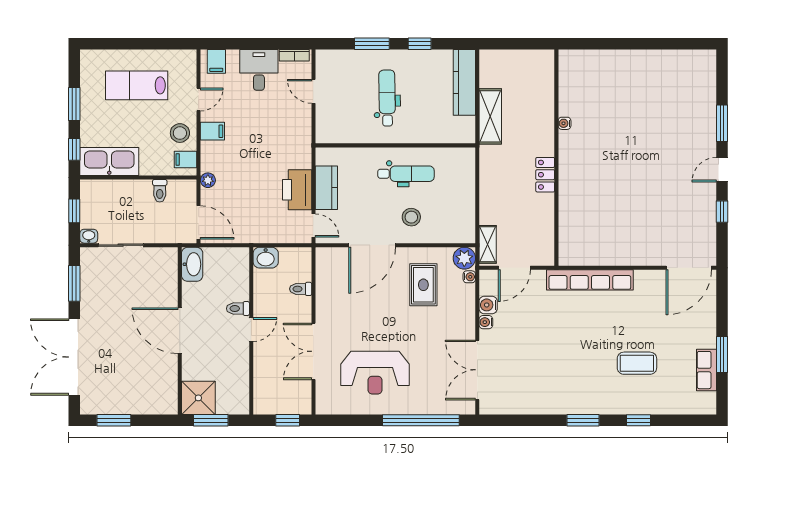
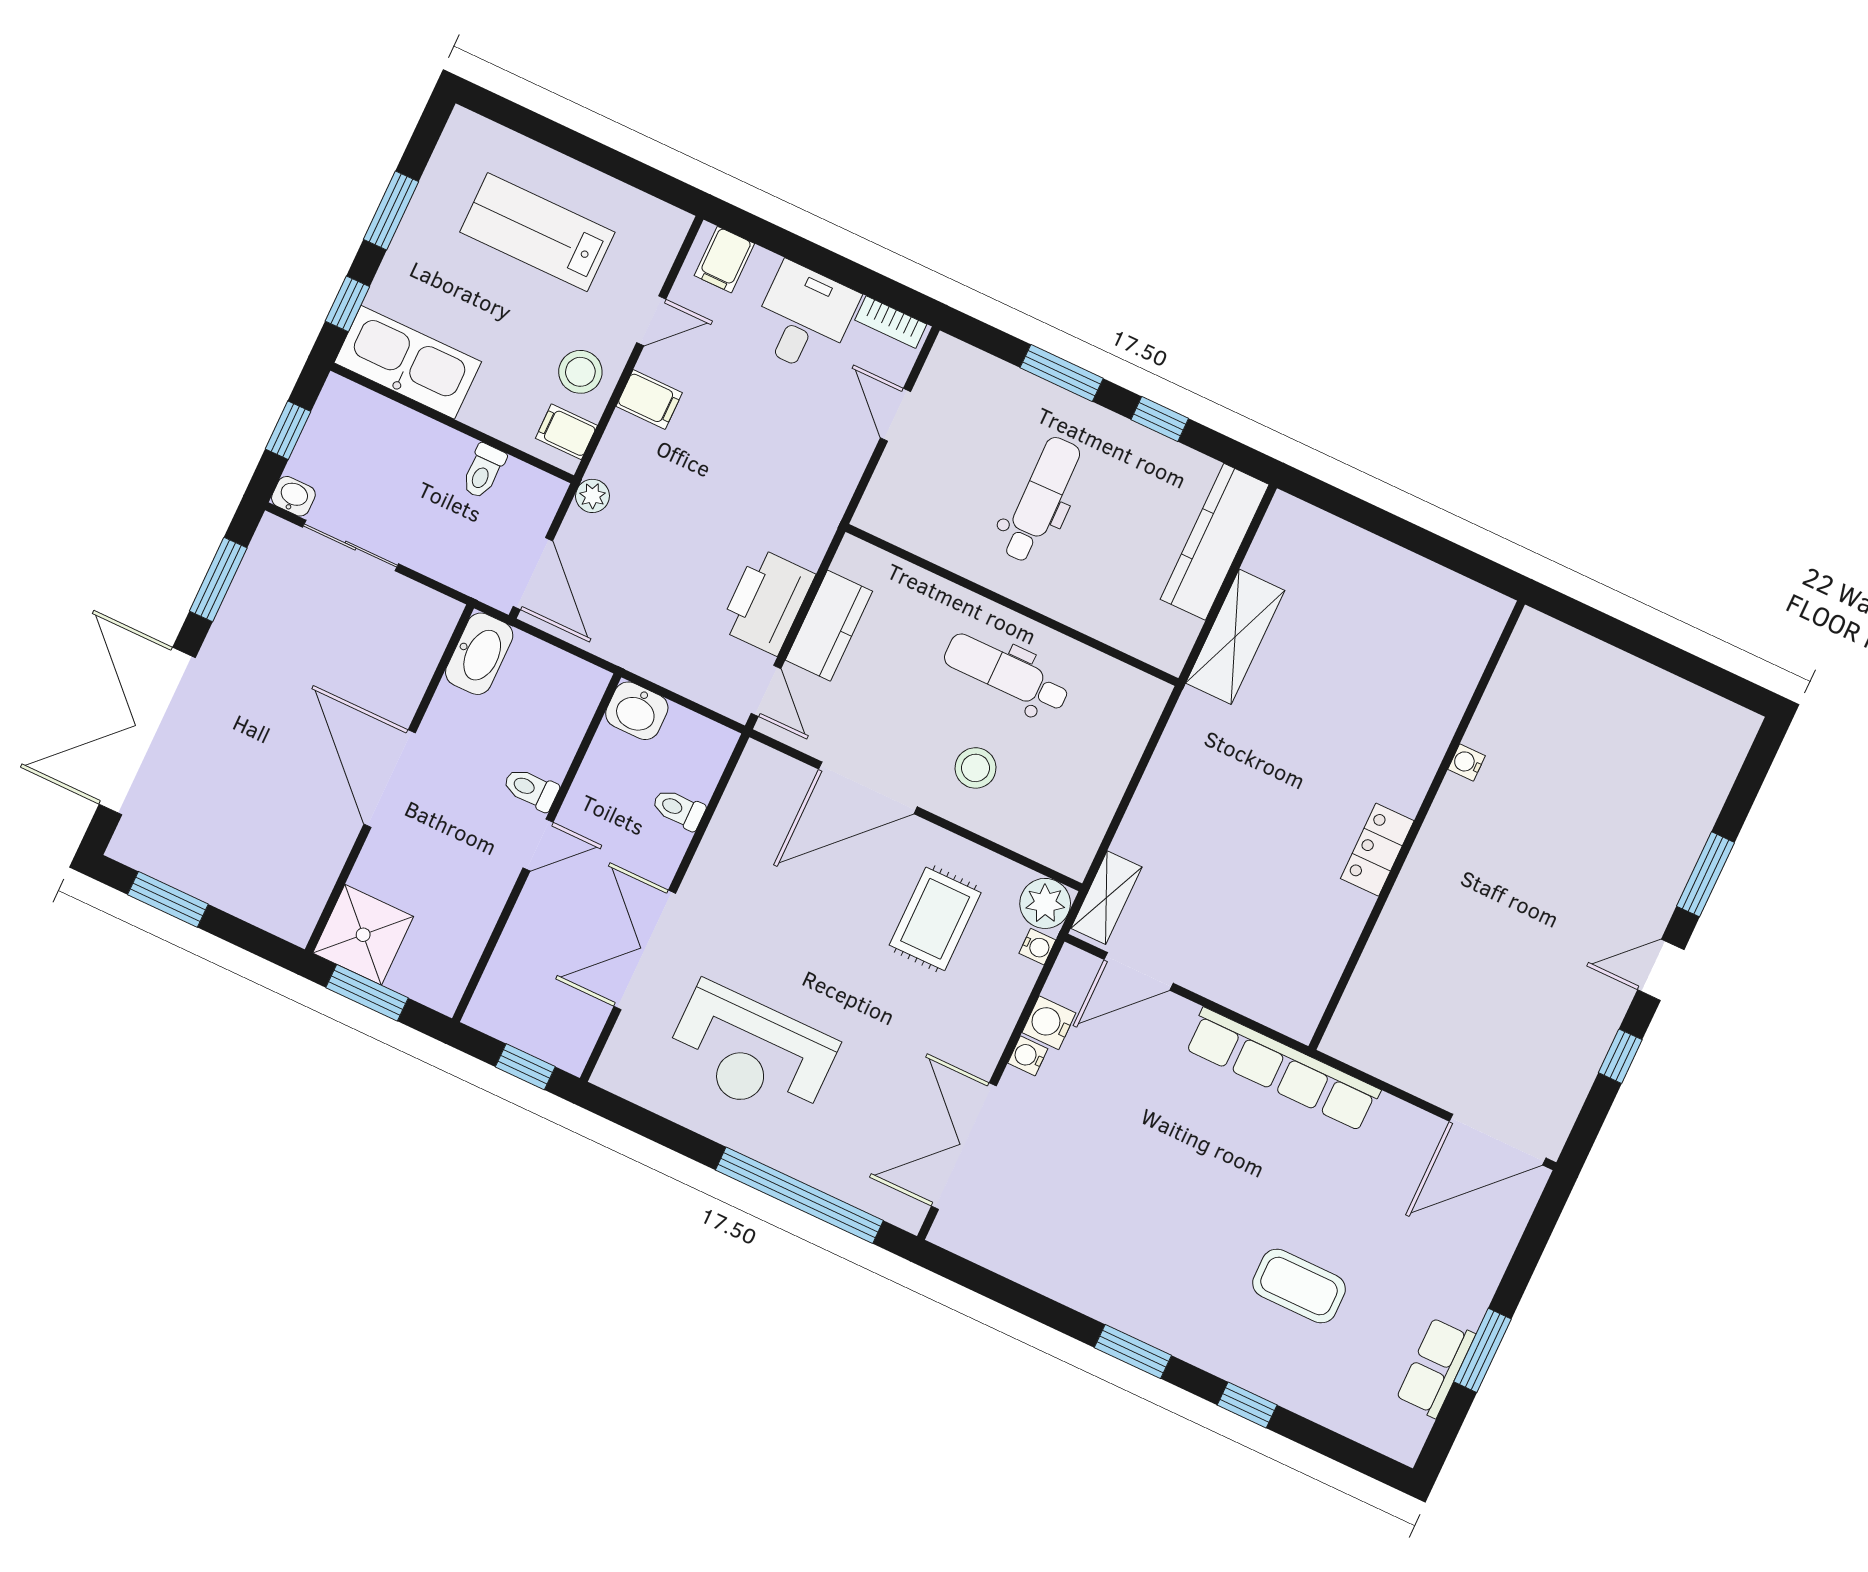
water cooler: (565, 123) -> (1466, 762), moved
wall: (556, 158) -> (1417, 825), moved
dental chair: (406, 174) -> (1006, 673), turned 180
locker: (545, 175) -> (1377, 850), moved

